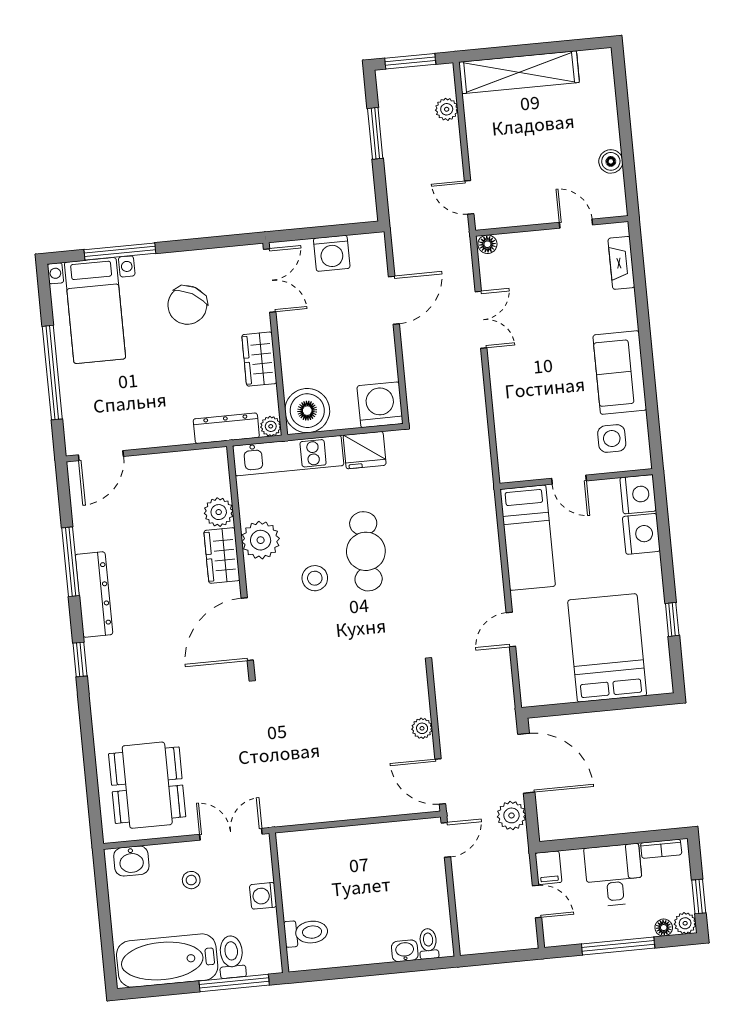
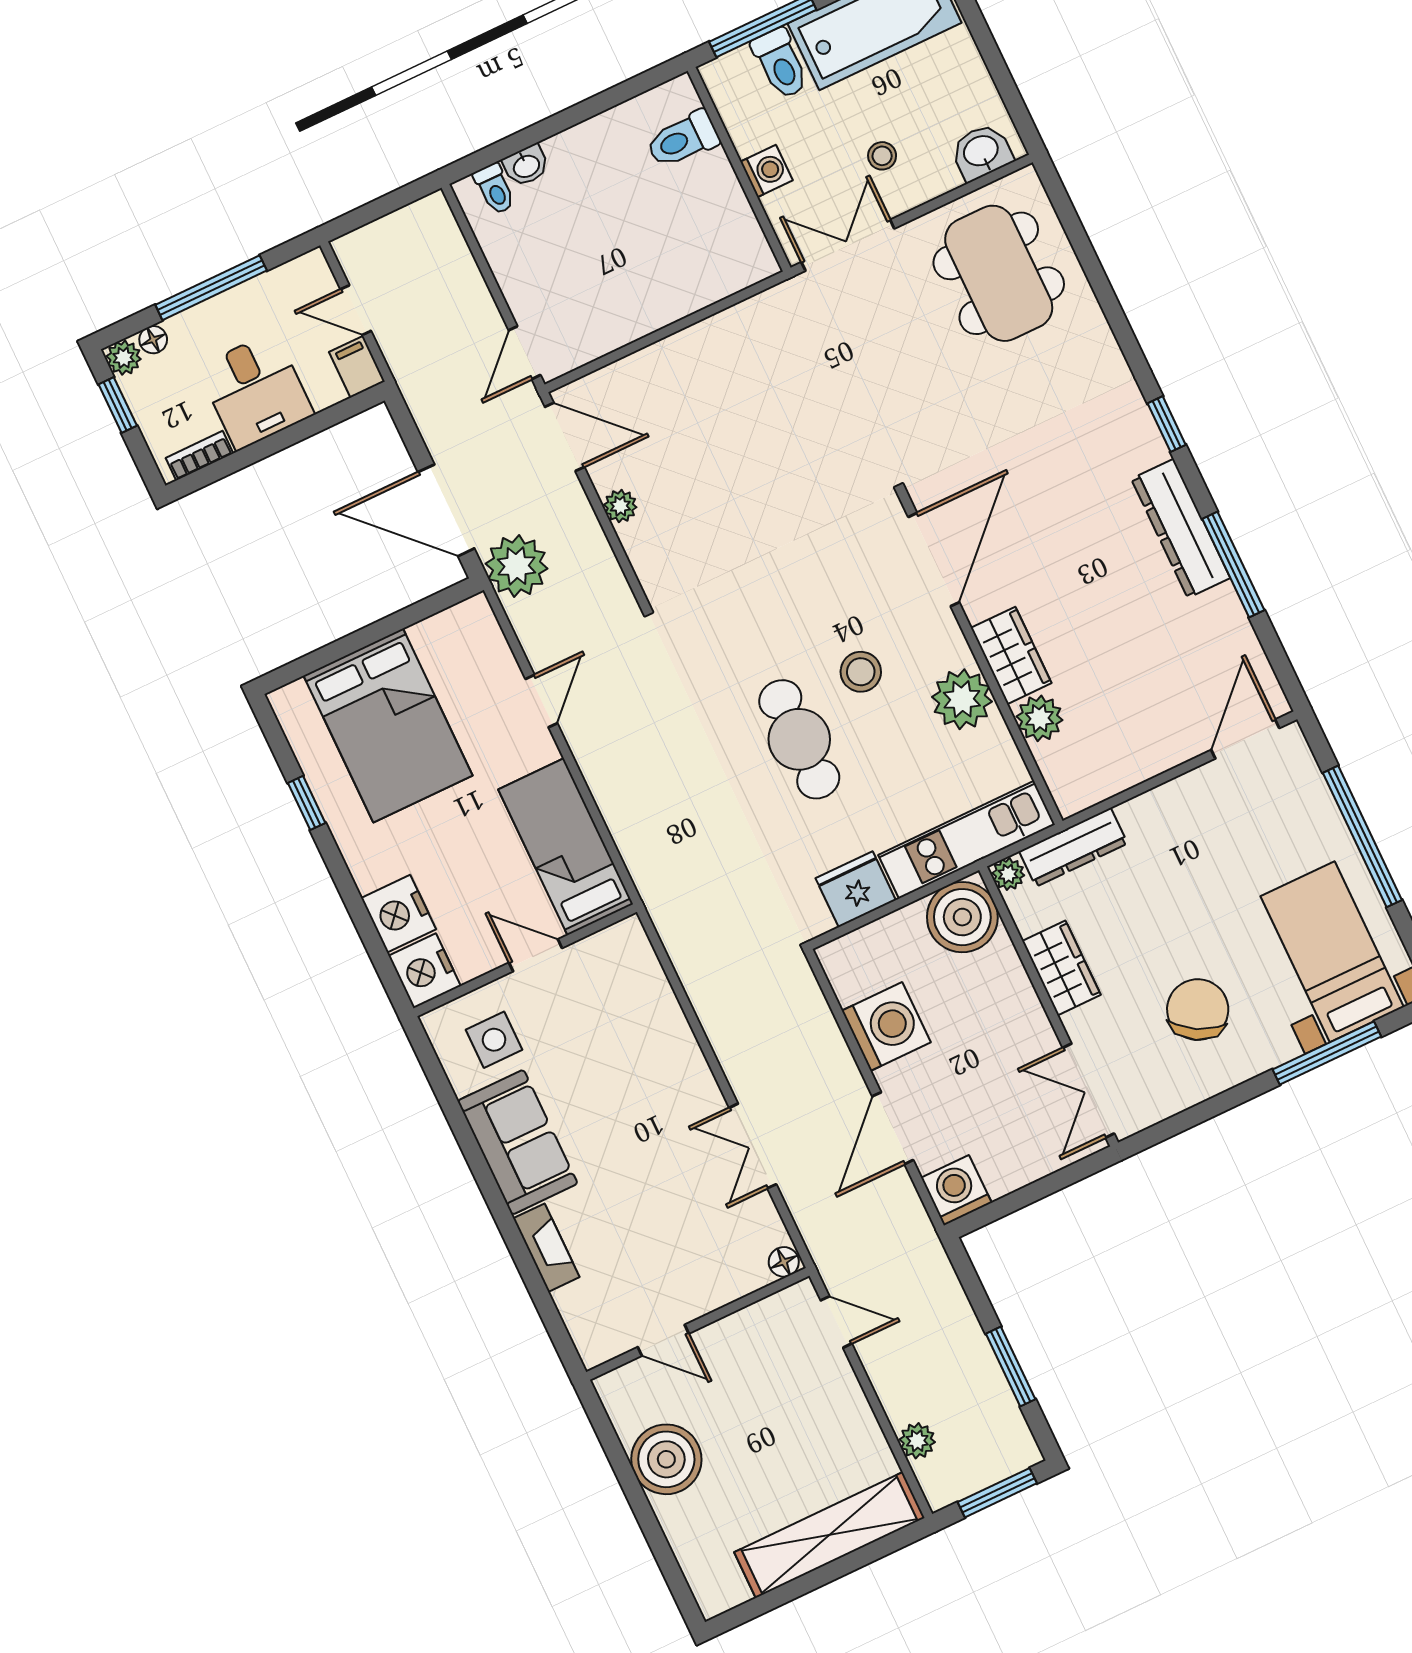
boiler: (611, 161) -> (666, 1459), width x1.86, depth x1.86
washing machine: (332, 253) -> (956, 1190), moved
fireplace: (621, 263) -> (546, 1248), moved
washing machine: (380, 405) -> (886, 1027), moved, turned -90
plant: (511, 815) -> (517, 566), moved, width x1.36, depth x1.36
double door: (231, 834) -> (848, 245), swing flipped

